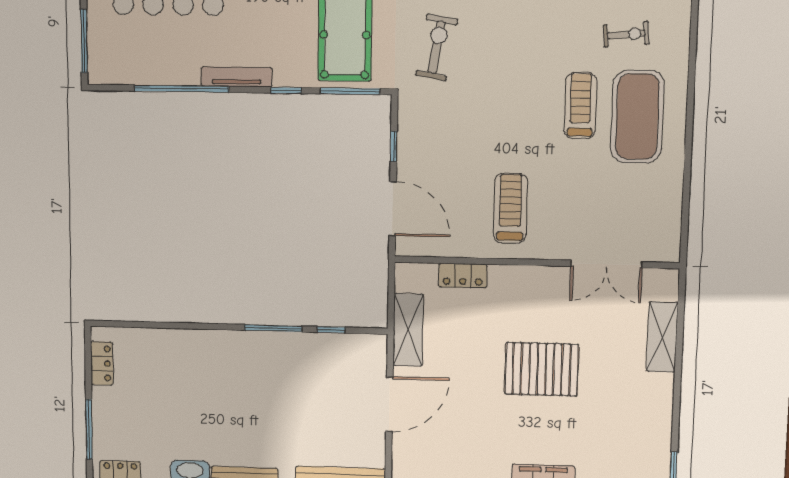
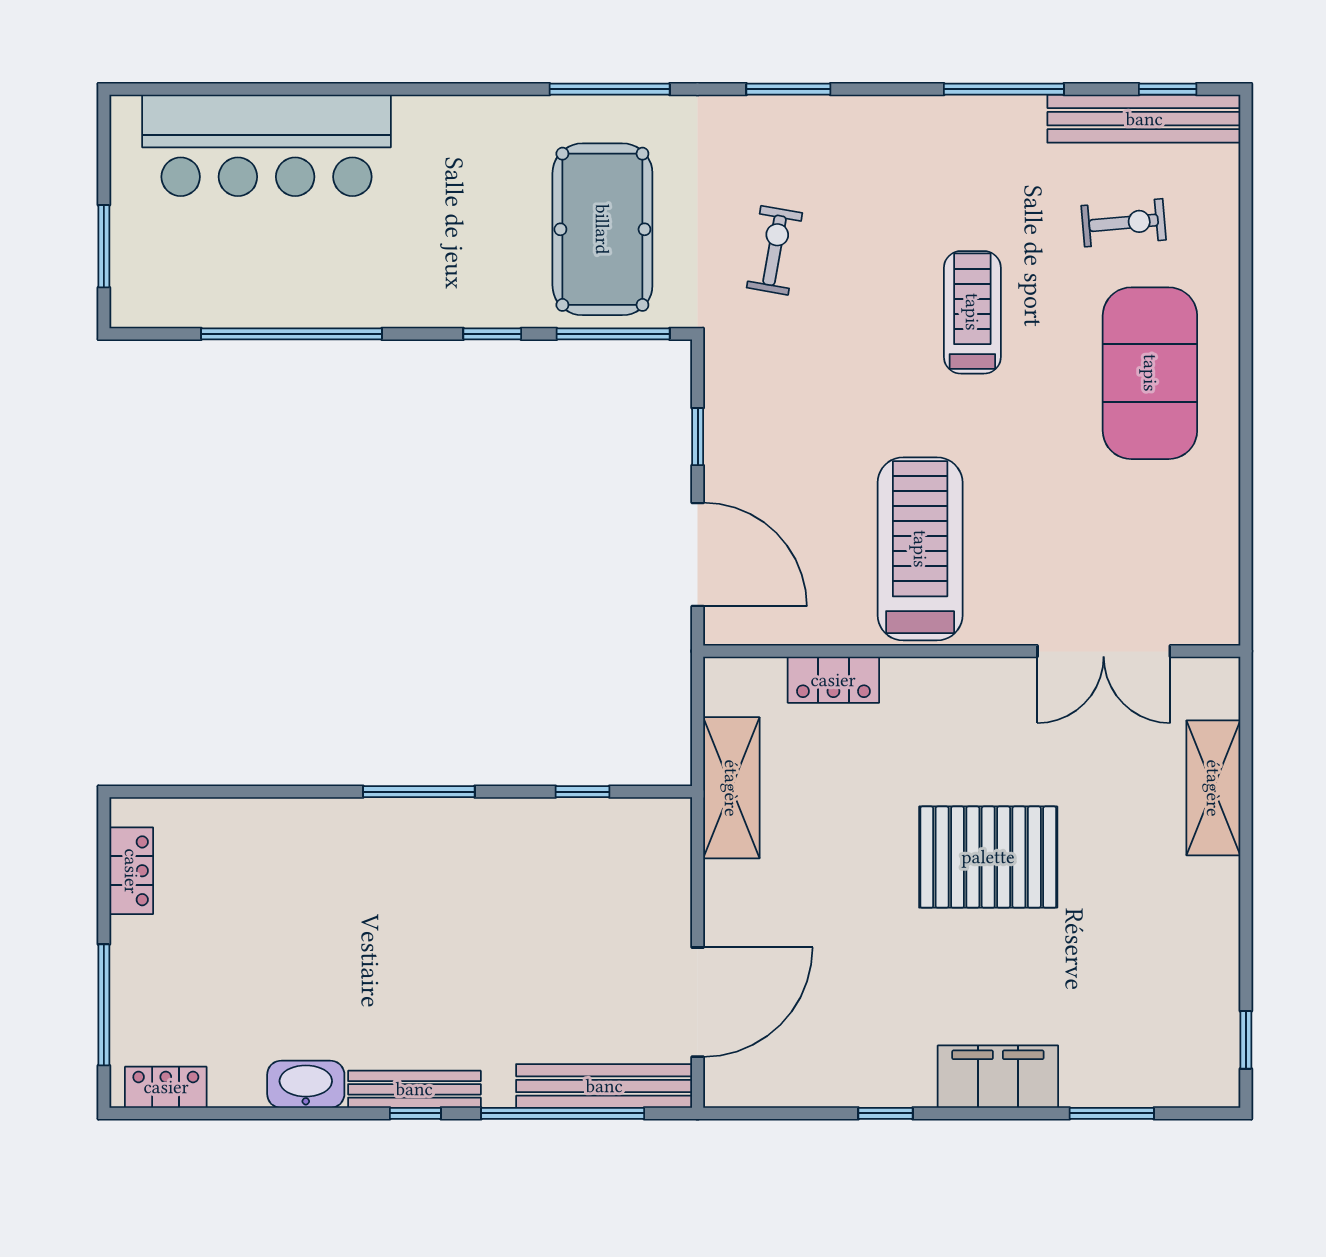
window: (84, 41) -> (104, 246), width x0.69
exercise bike: (437, 47) -> (774, 250), width x0.73, depth x0.72
tv unit: (237, 77) -> (397, 310), removed
treadmill: (580, 106) -> (972, 312), moved
treadmill: (510, 208) -> (920, 549), width x1.37, depth x1.38
window: (273, 328) -> (419, 792), moved
door: (389, 404) -> (698, 1002), moved

